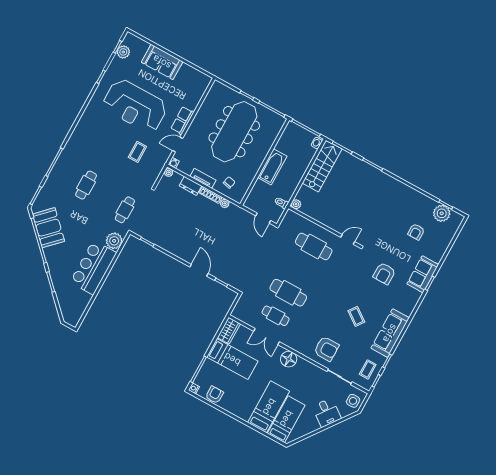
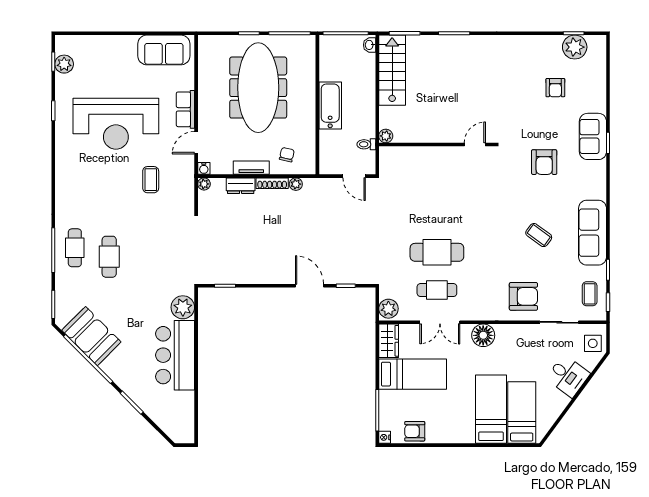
sofa: (162, 62) -> (164, 50), moved
cafe table: (125, 210) -> (75, 248), moved
cafe table: (314, 246) -> (437, 177), removed
plant: (240, 311) -> (388, 309), added
armchair: (214, 395) -> (415, 431), turned -90

